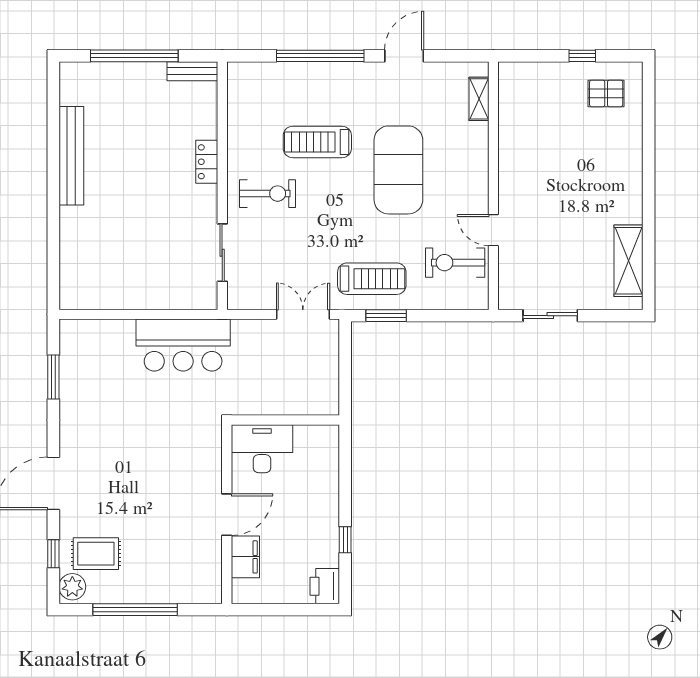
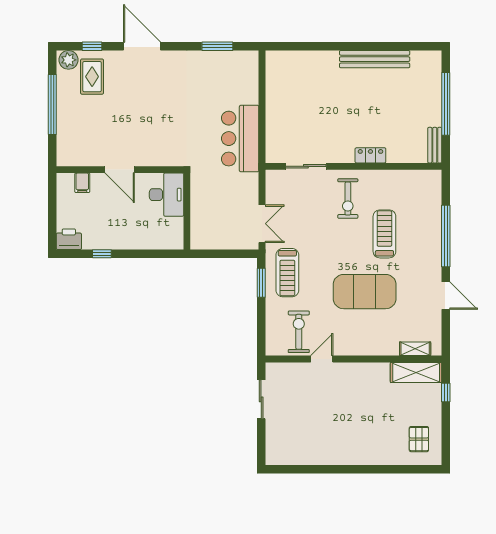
window: (582, 56) -> (446, 393), moved
shelving: (628, 261) -> (416, 372), moved
filing cabinet: (245, 557) -> (82, 183), width x0.50

